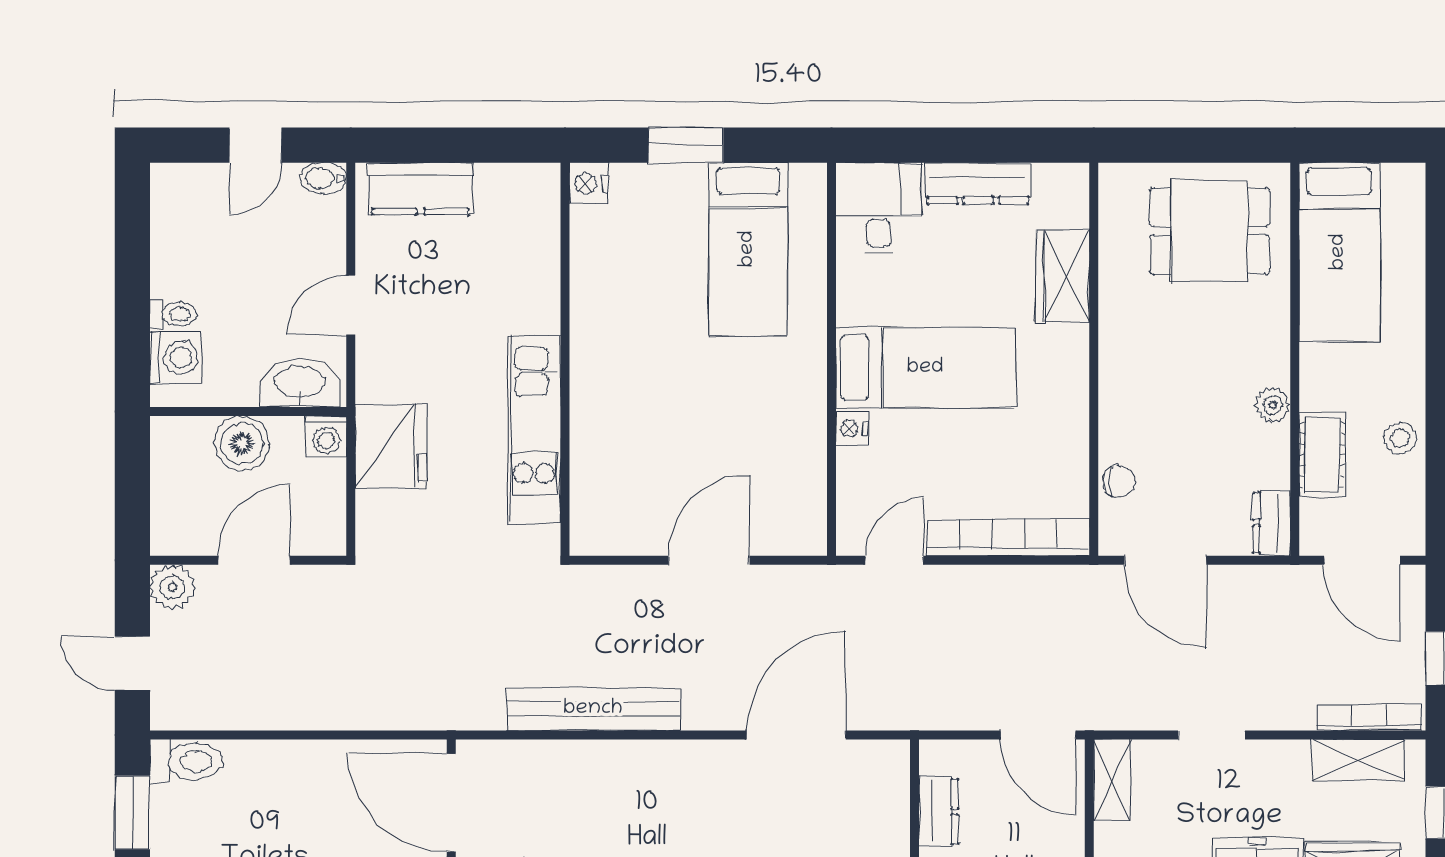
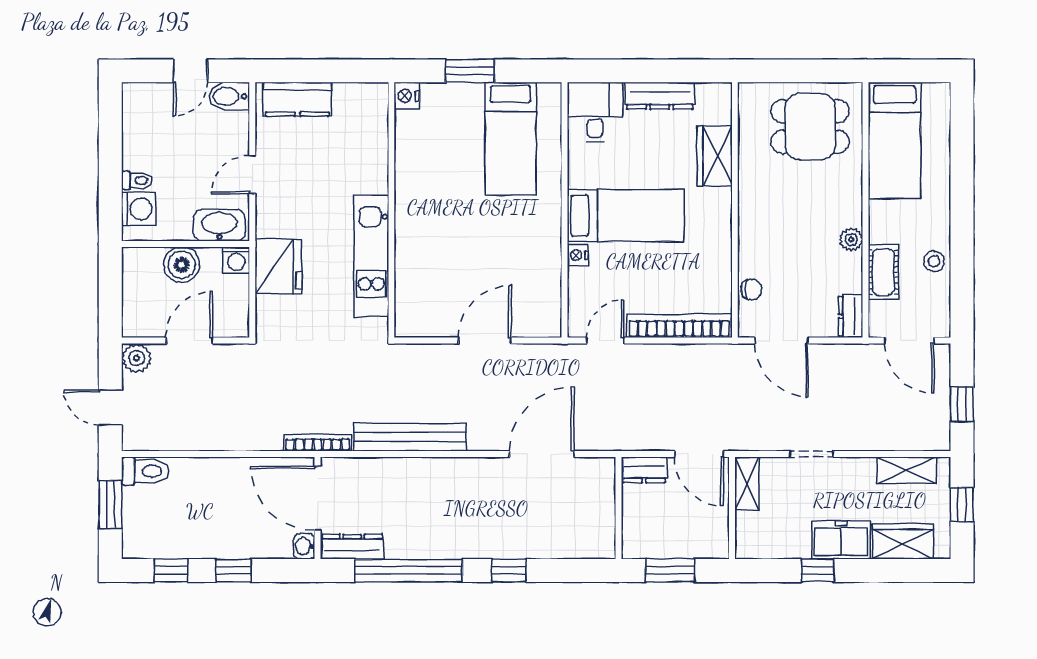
bidet: (323, 178) -> (229, 96), width x1.38, depth x1.36
bookcase: (1369, 717) -> (318, 443), moved
dresser: (939, 812) -> (644, 470), moved, turned 90

